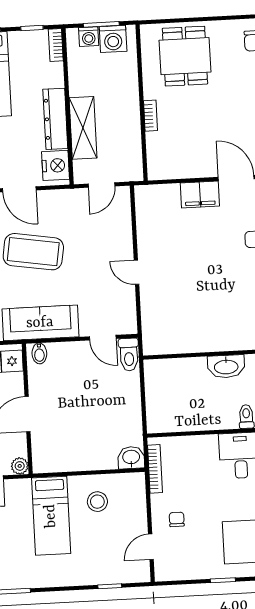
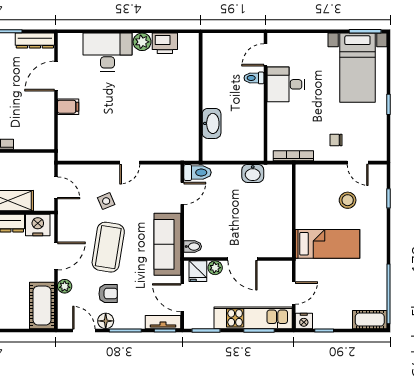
filing cabinet: (200, 194) -> (68, 107), width x0.50
side table: (89, 246) -> (106, 201), added
washbasin: (226, 366) -> (212, 123), moved
washbasin: (131, 458) -> (253, 173), moved, turned -90
plant: (20, 466) -> (215, 268), moved
stool: (97, 502) -> (348, 200), moved

